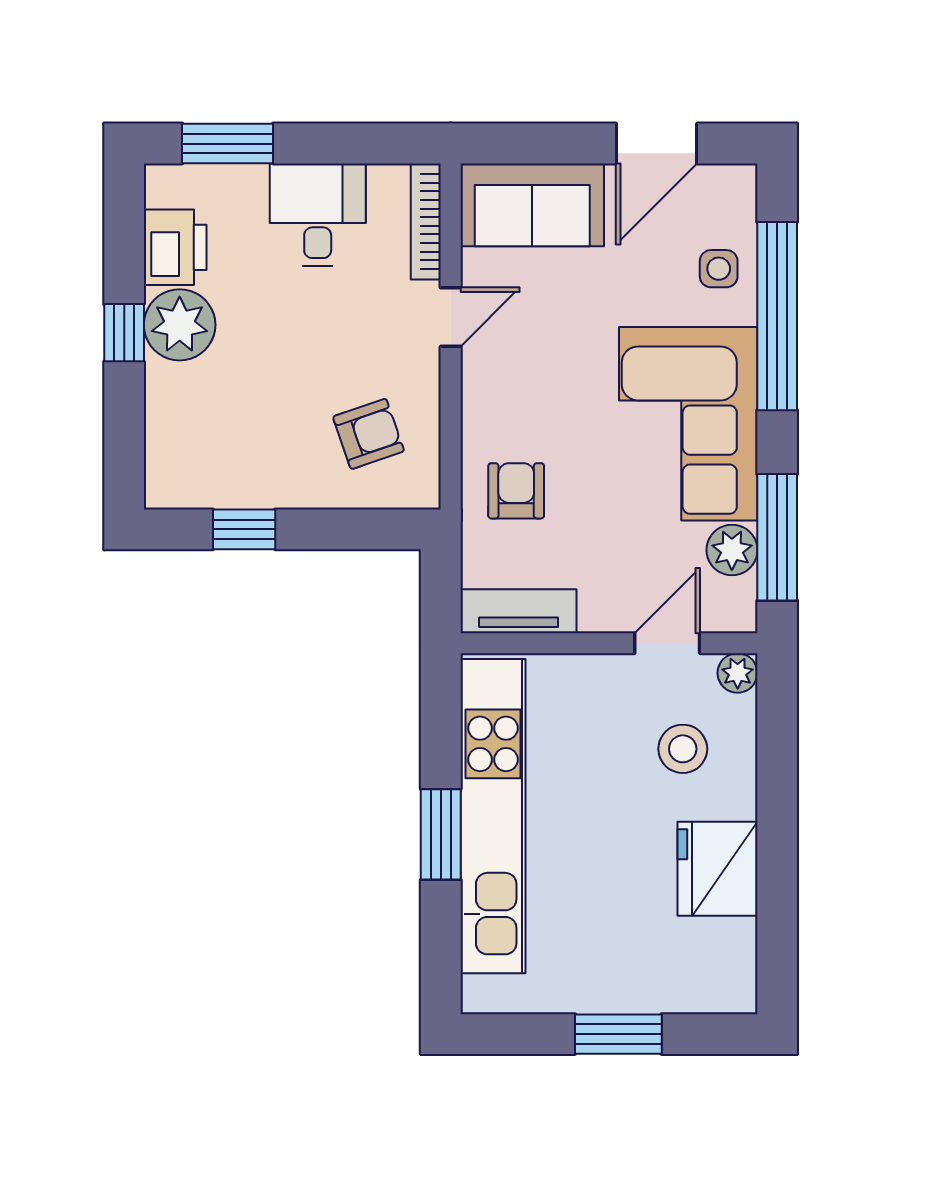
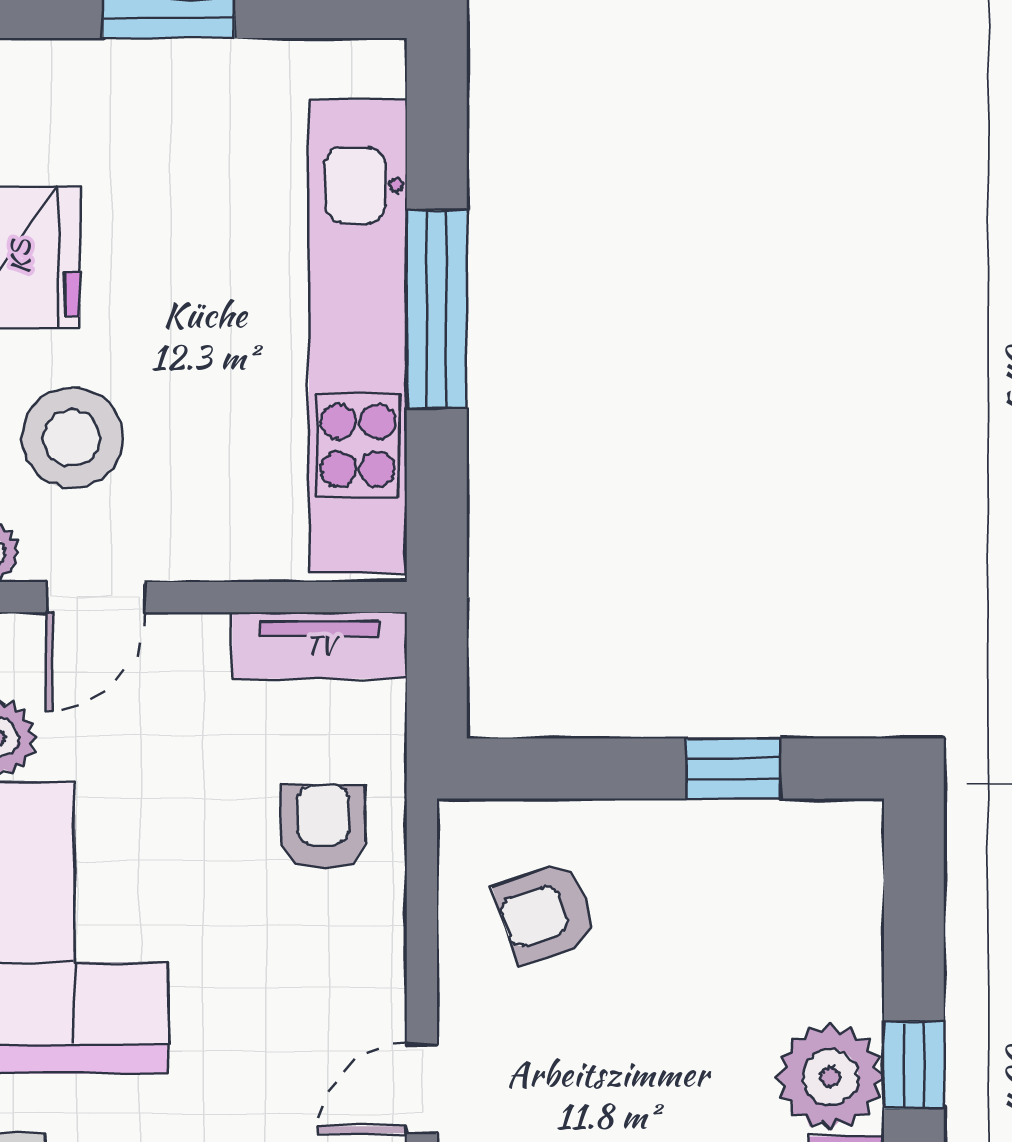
armchair: (516, 491) -> (323, 827), turned 180
stool: (683, 749) -> (72, 438), width x1.38, depth x1.38
window: (441, 834) -> (437, 309), width x1.44

